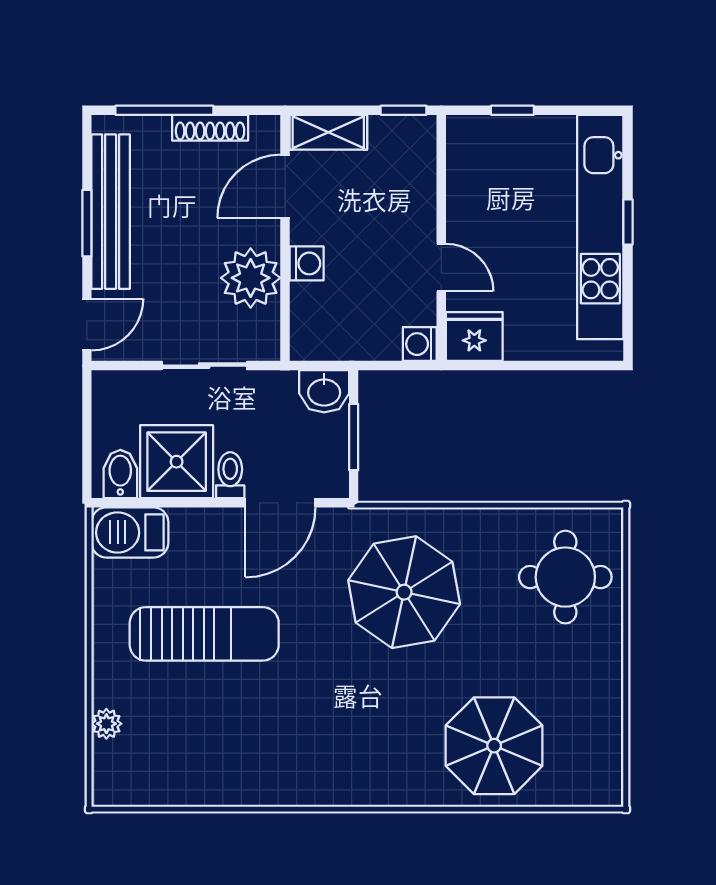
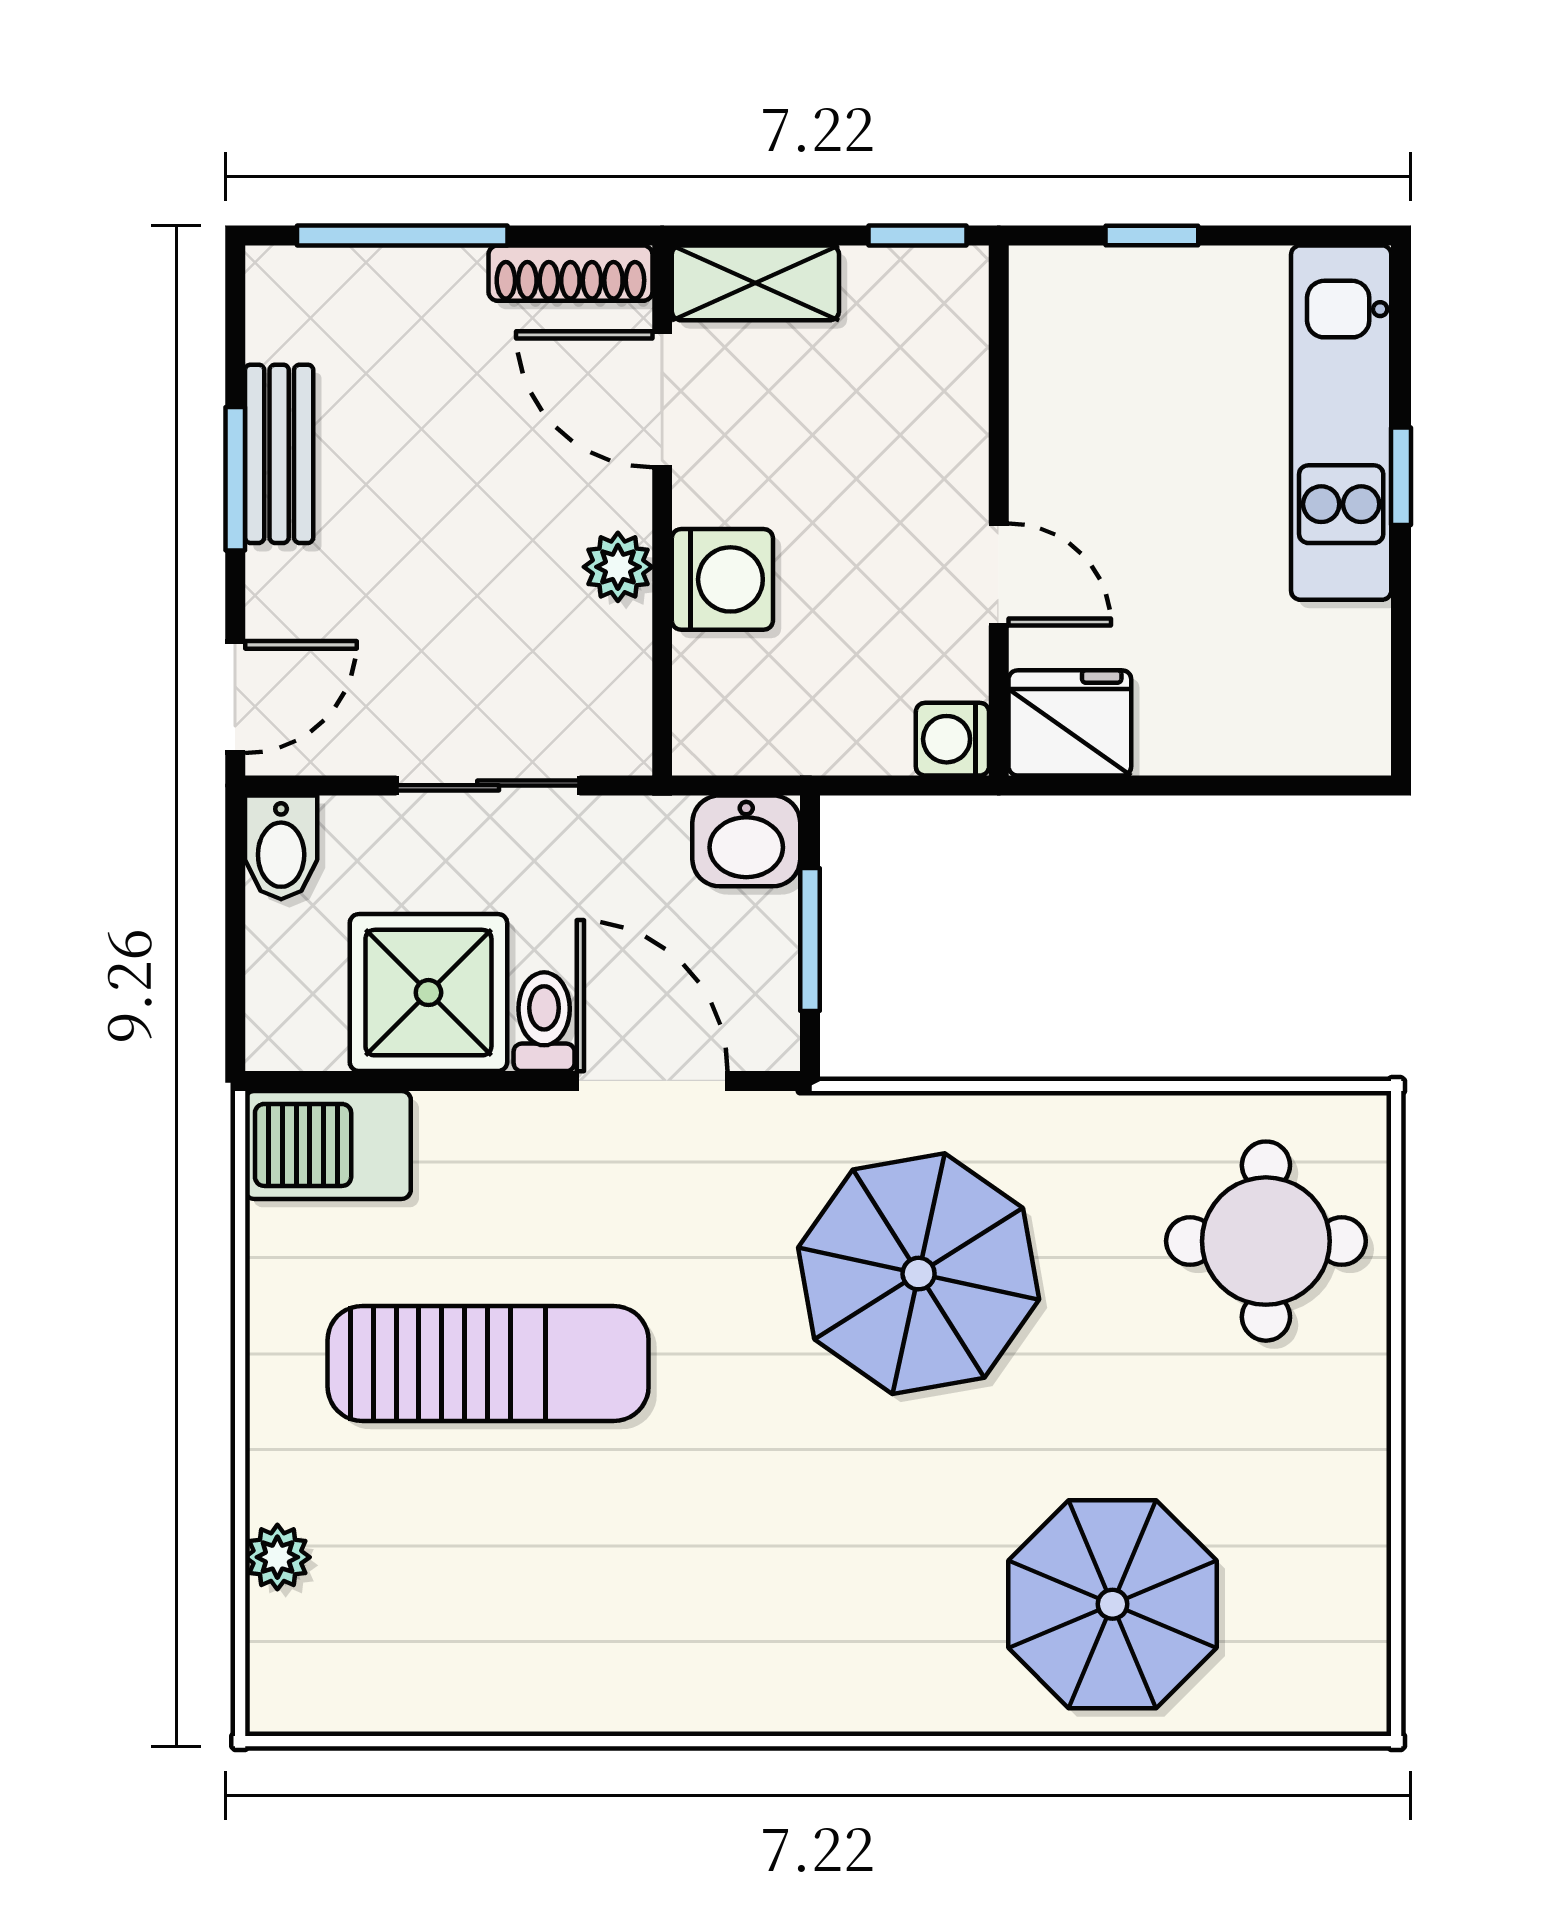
shoe rack: (210, 128) -> (570, 273), moved
door: (285, 186) -> (662, 399), hinge flipped
bench: (111, 212) -> (279, 454), width x0.54, depth x0.82
kitchen unit: (600, 227) -> (1341, 423), width x0.73
washing machine: (307, 263) -> (722, 579), width x1.38, depth x1.38
plant: (251, 278) -> (618, 567), width x0.53, depth x0.53
bidet: (120, 474) -> (281, 847), moved, turned 180
door: (280, 503) -> (652, 1081), swing flipped

